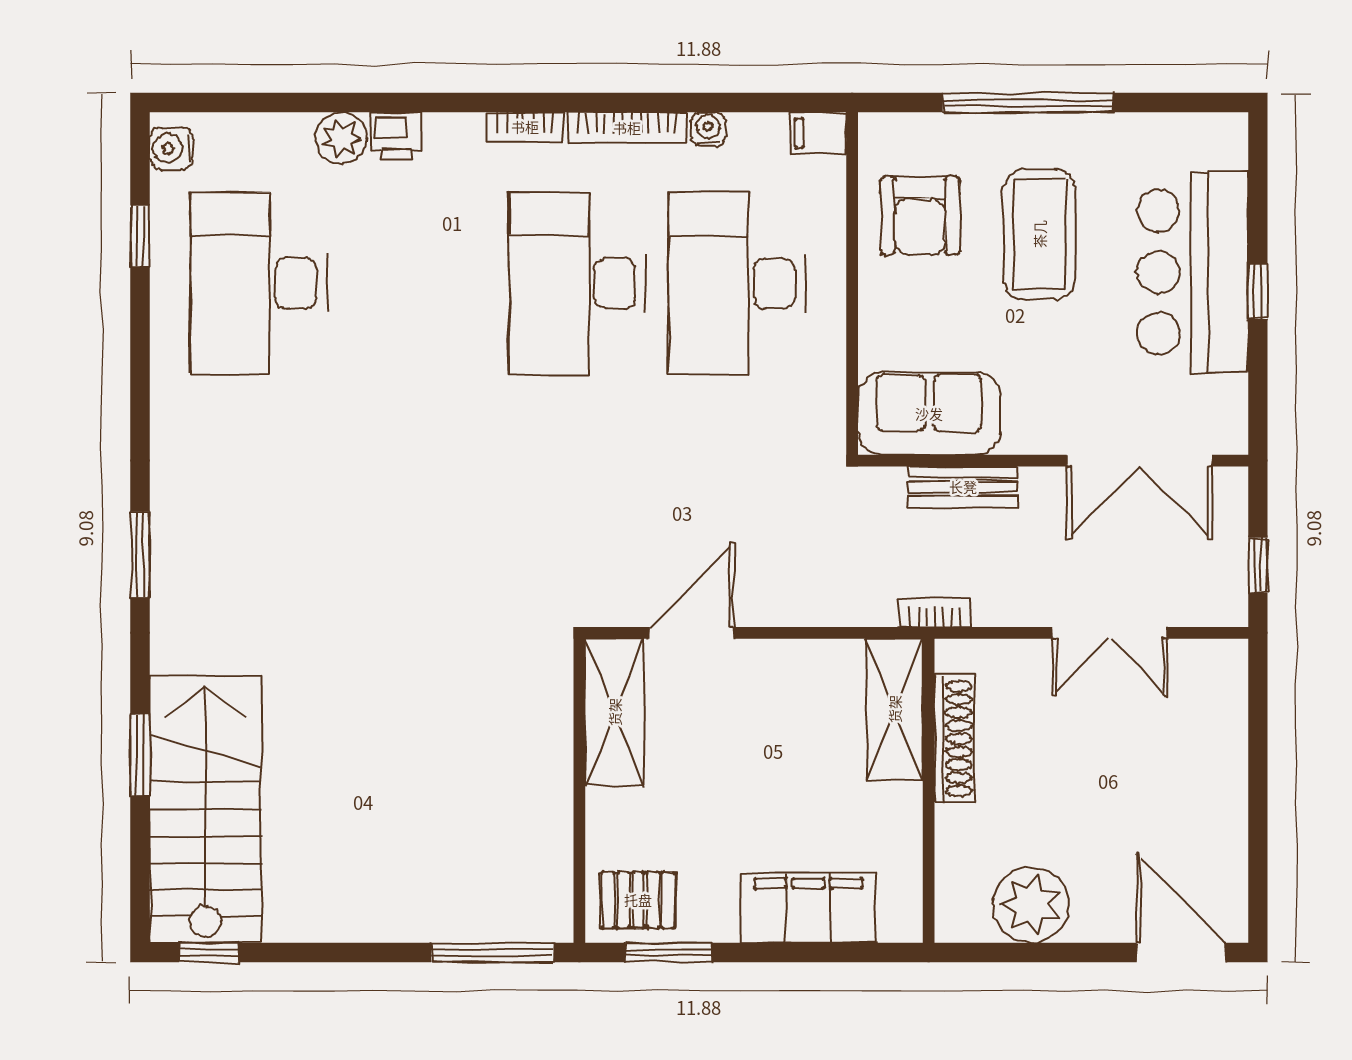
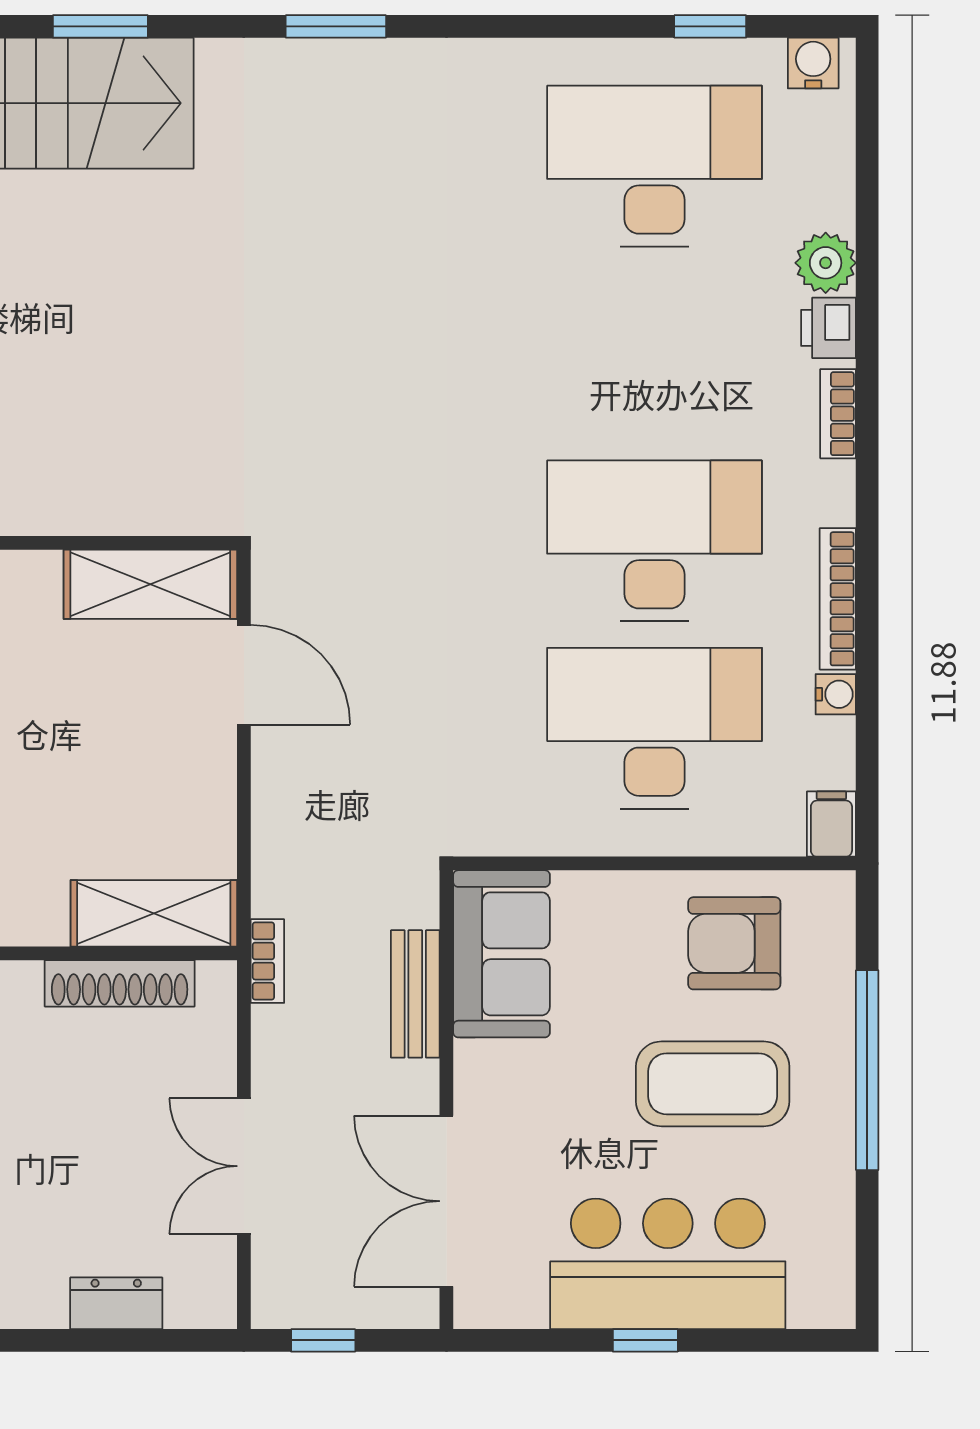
bookcase: (525, 127) -> (838, 414), moved
dresser: (1226, 741) -> (116, 1303), added

